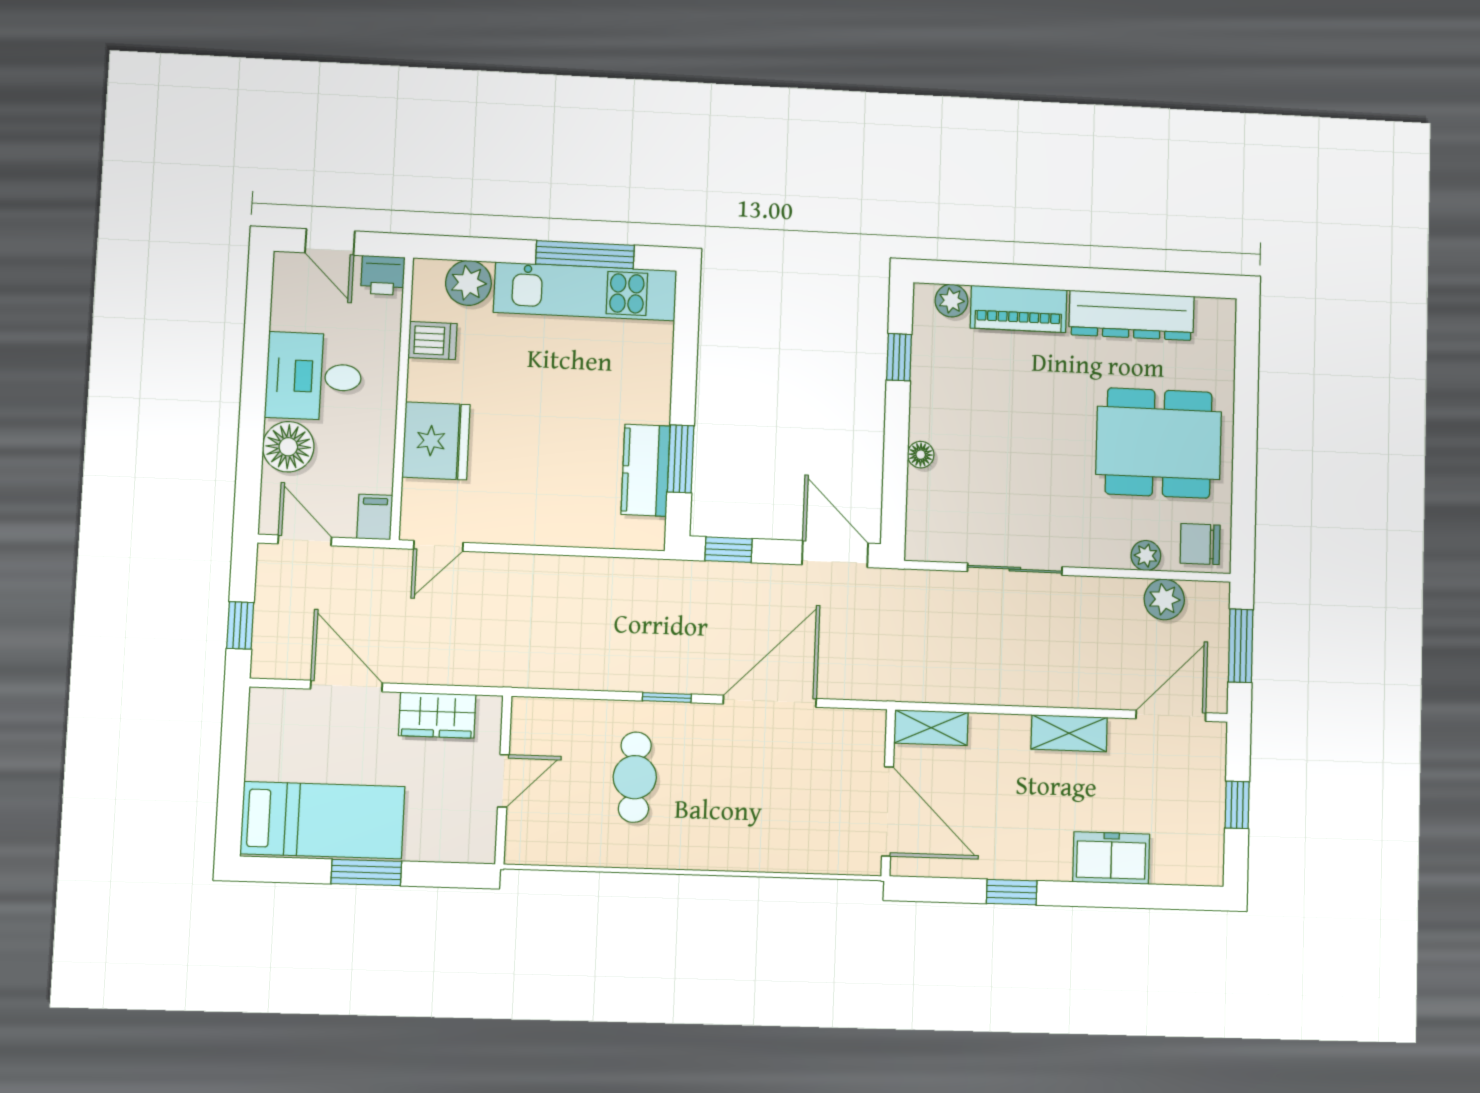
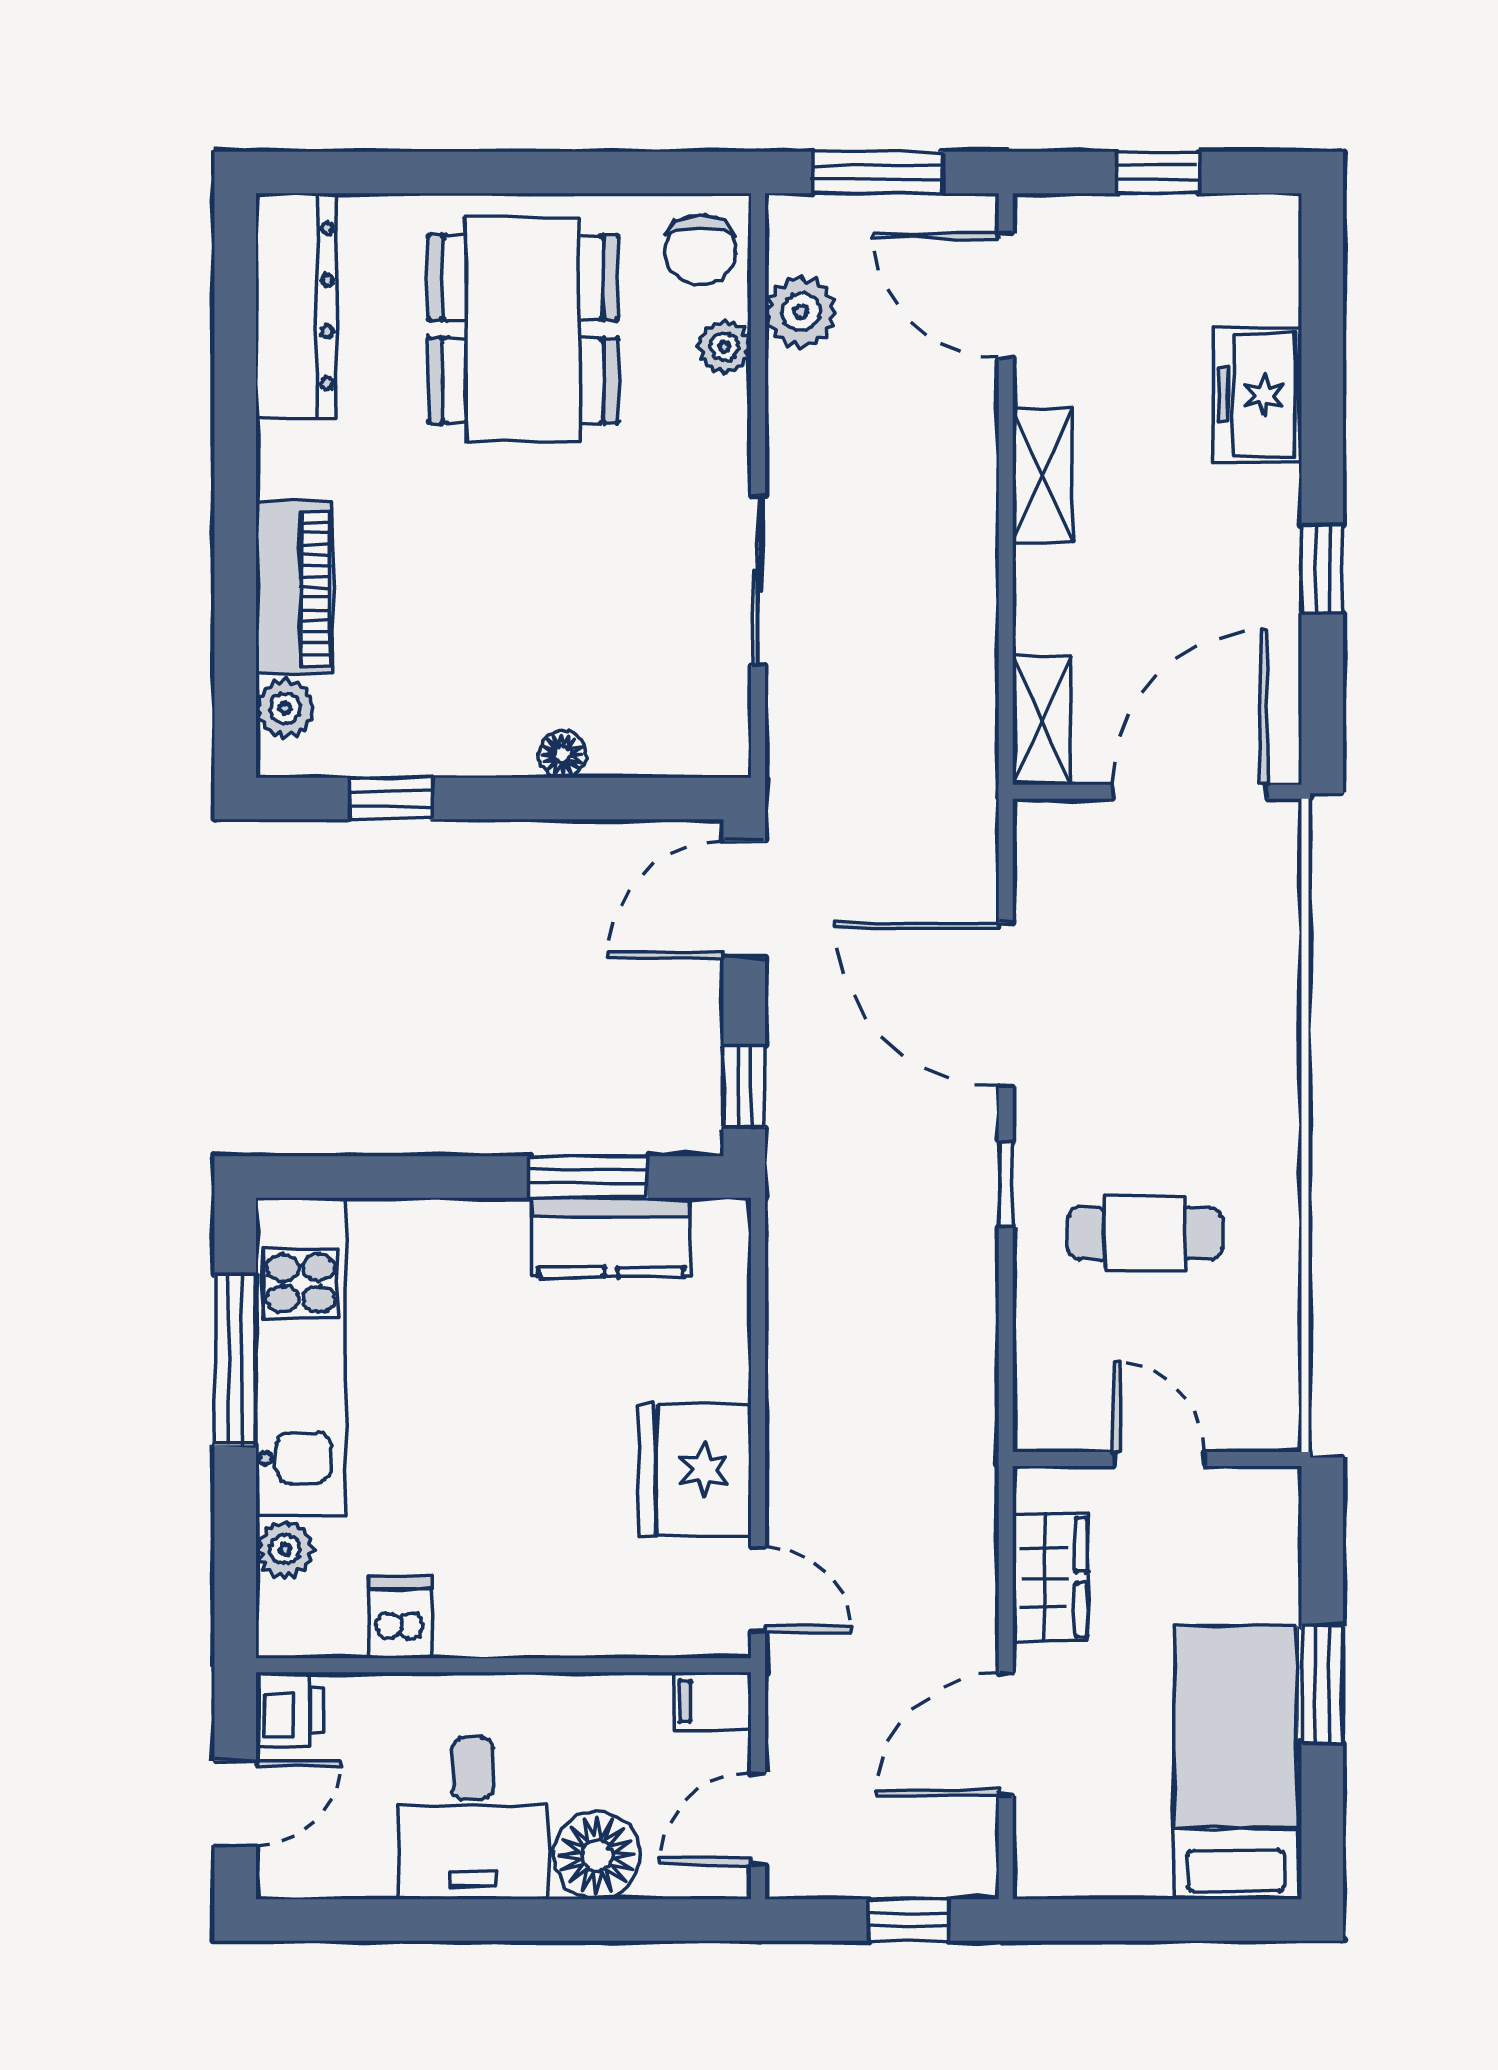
plant: (468, 283) -> (285, 1549), width x0.73, depth x0.73
dresser: (1132, 315) -> (296, 306), moved
fridge: (436, 441) -> (695, 1470), moved, turned -90

